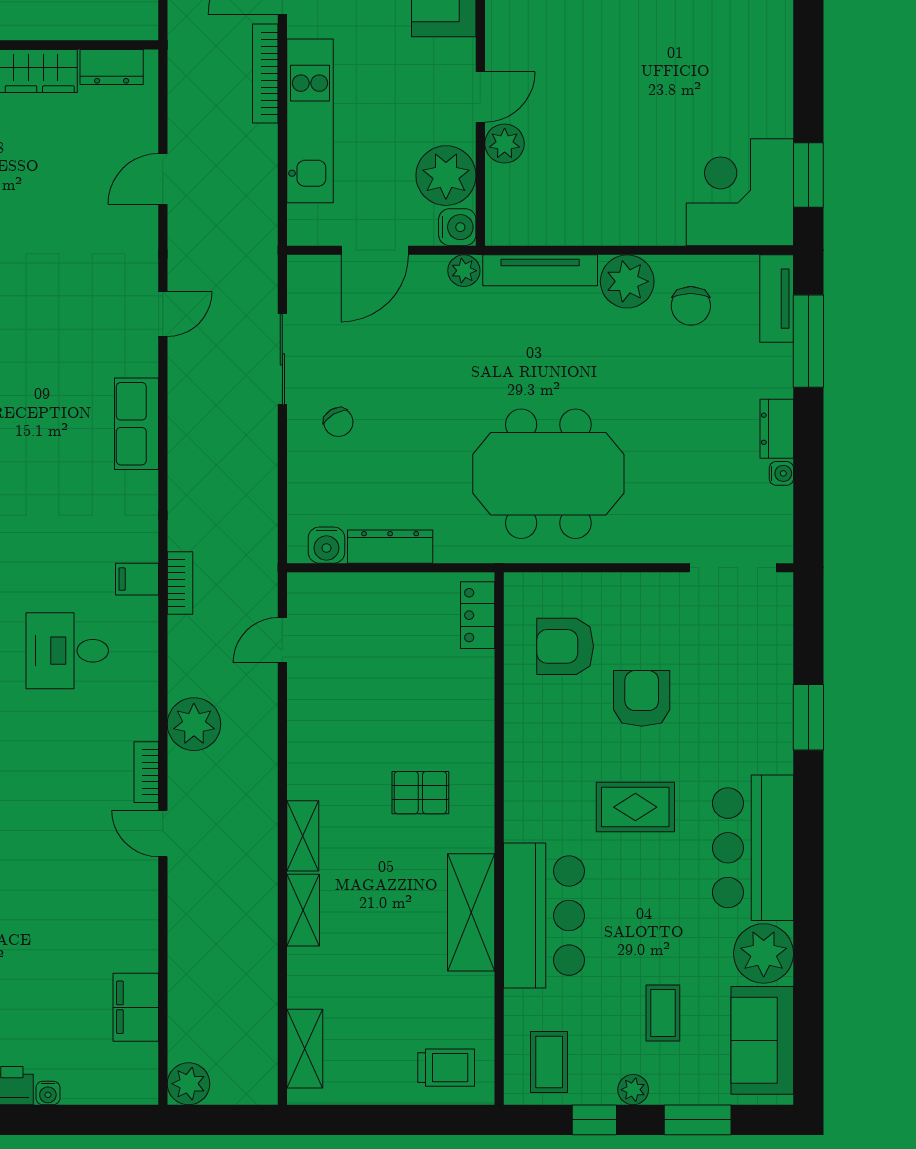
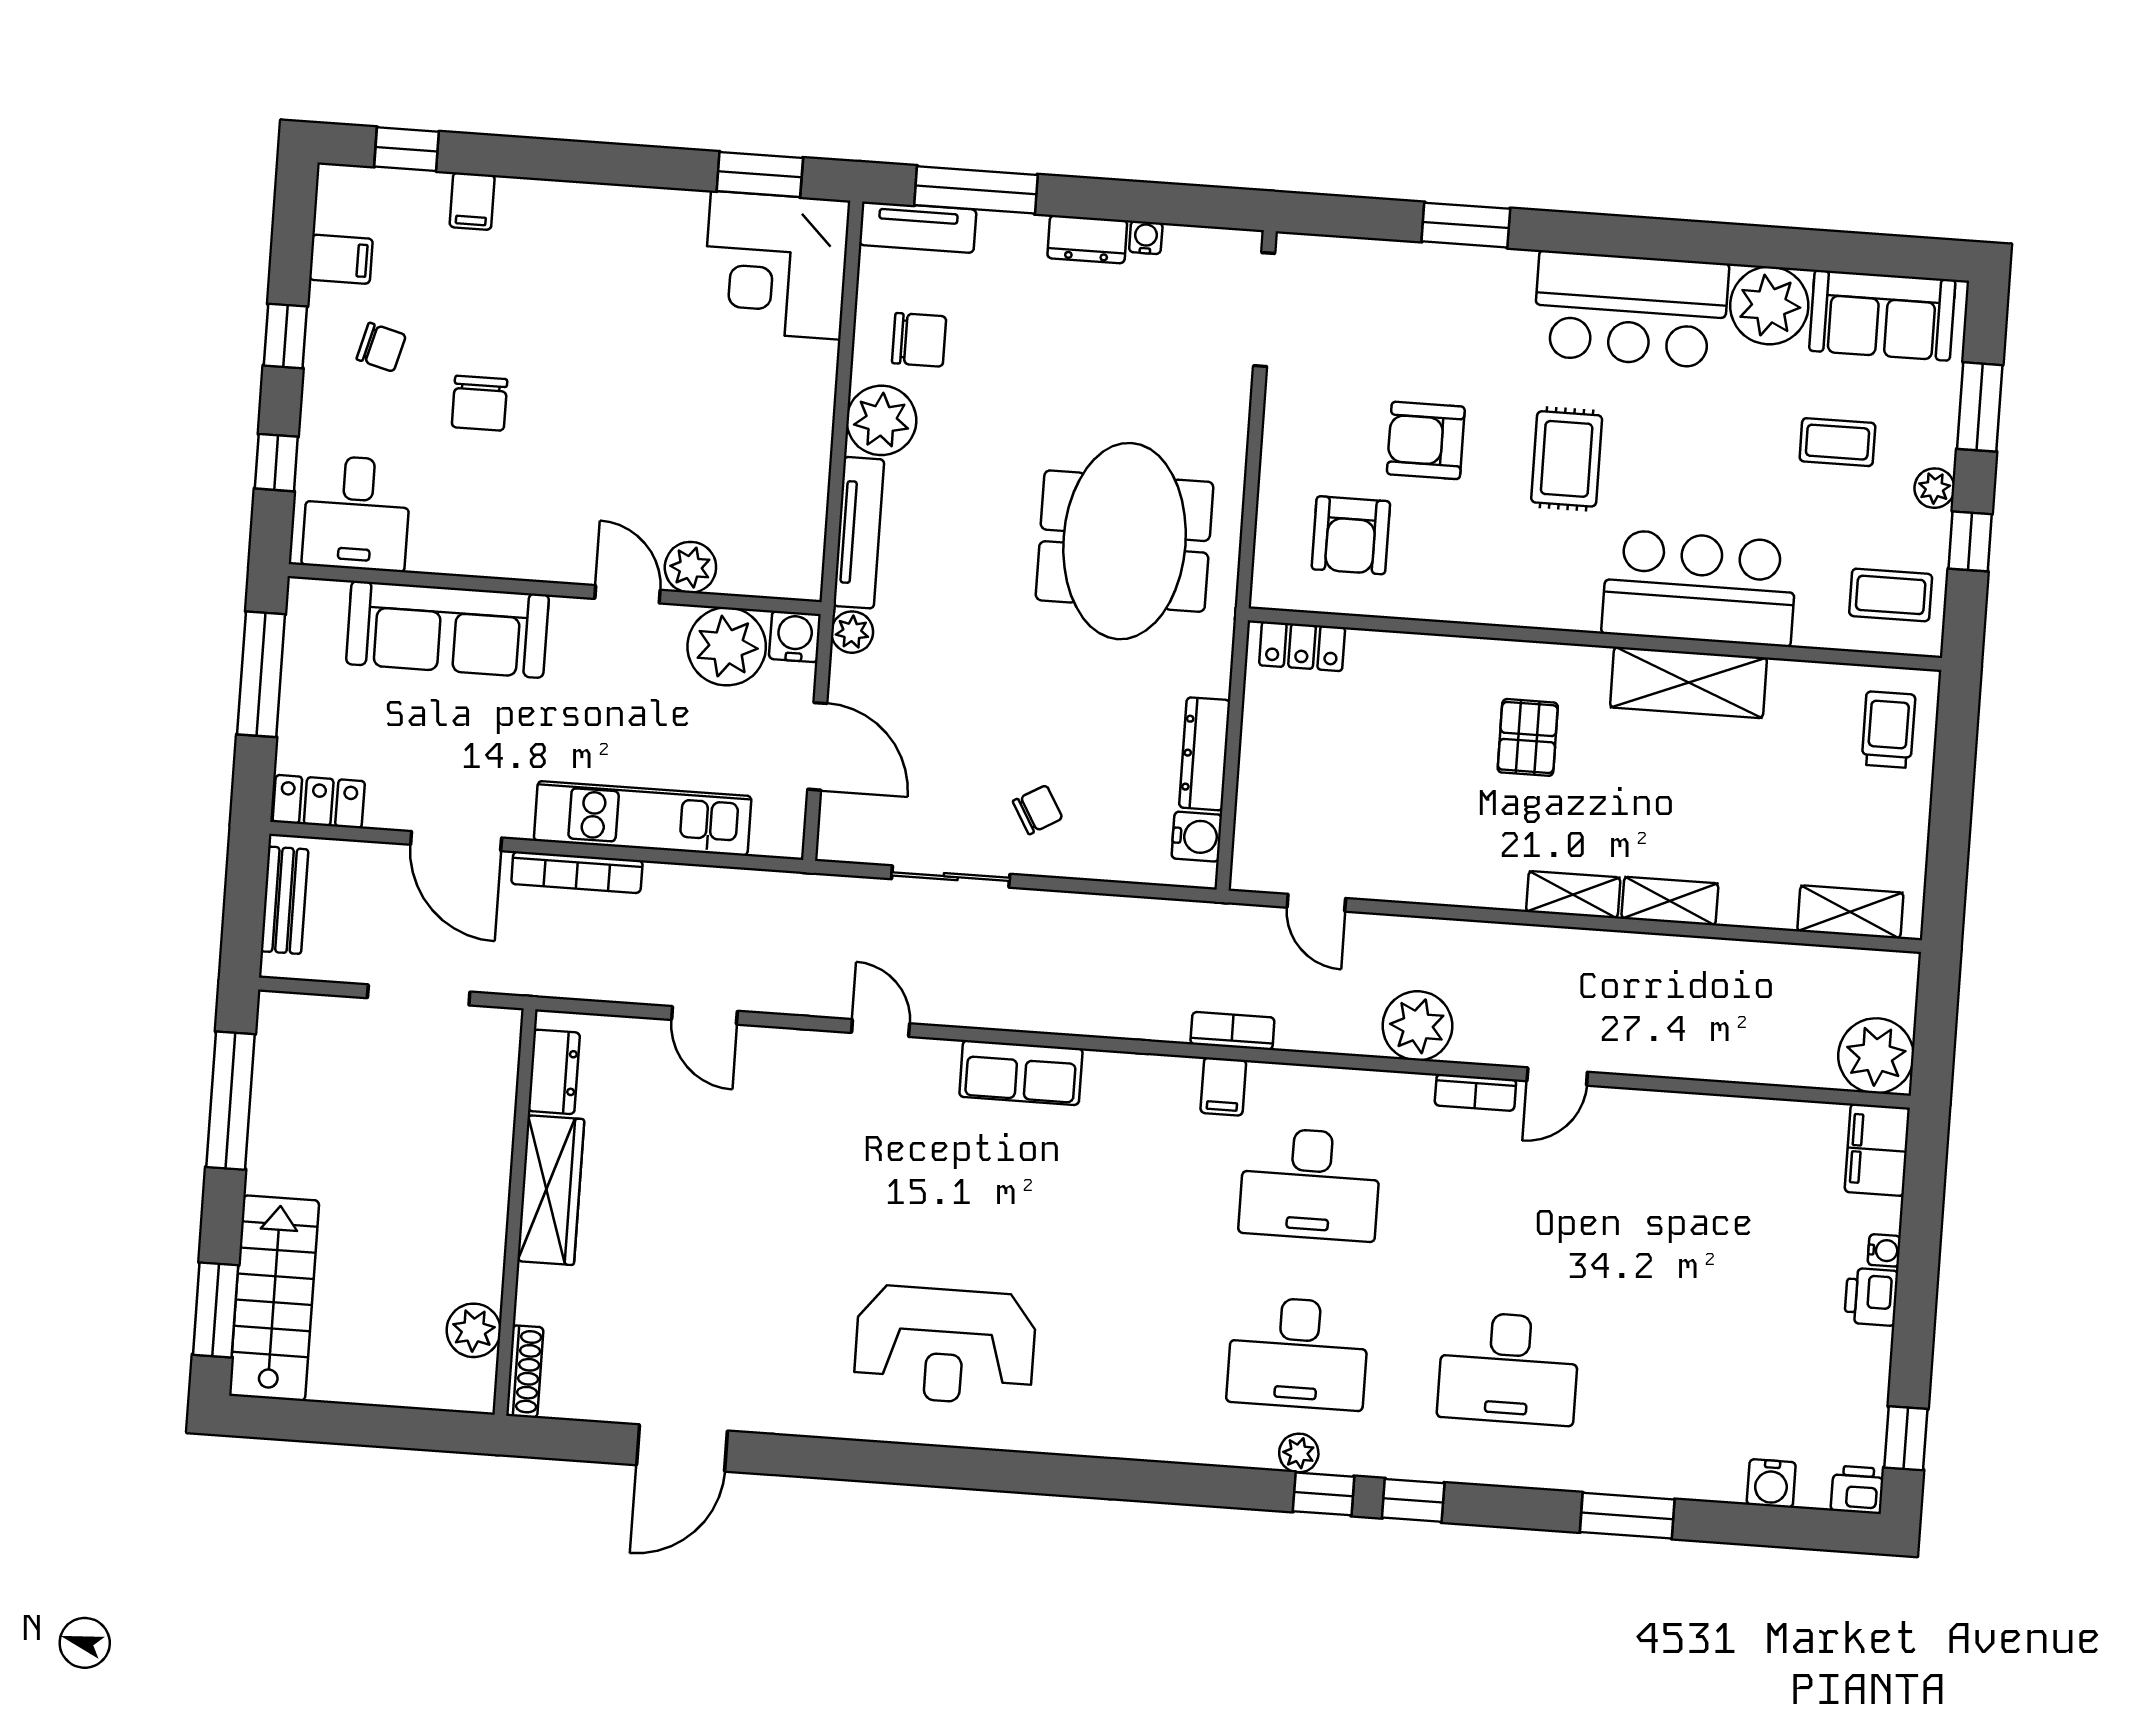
desk: (67, 651) -> (1310, 1184), width x1.37
filing cabinet: (136, 1007) -> (1877, 1150), moved, turned 90
plant: (189, 1084) -> (1876, 1056), width x1.36, depth x1.36

